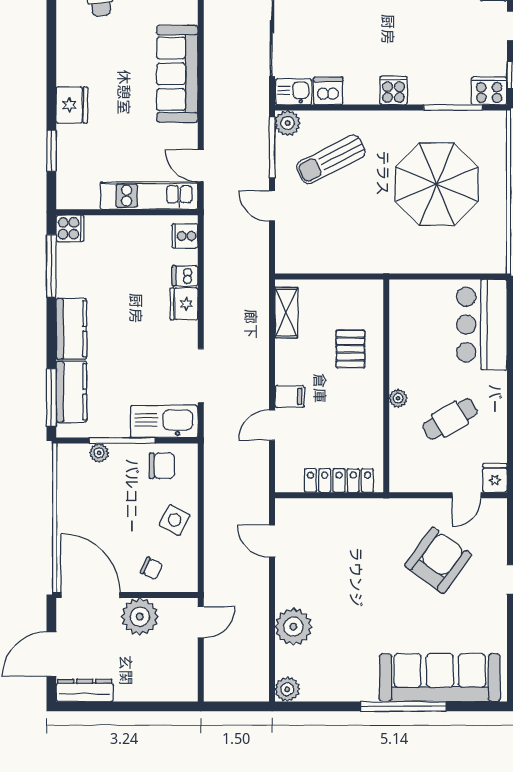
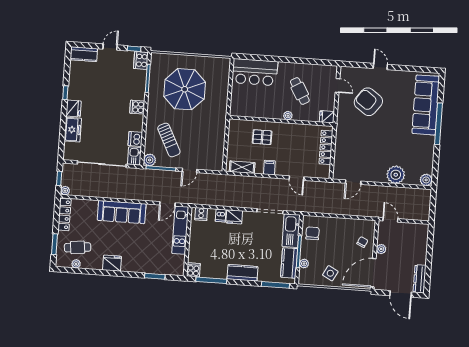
fridge: (72, 105) -> (112, 263), moved
kitchen counter: (71, 392) -> (289, 263), moved, turned -90
filing cabinet: (290, 396) -> (269, 168), moved
fridge: (495, 478) -> (327, 117), moved
side table: (175, 520) -> (330, 273), moved
plant: (140, 616) -> (381, 249), width x0.53, depth x0.53

